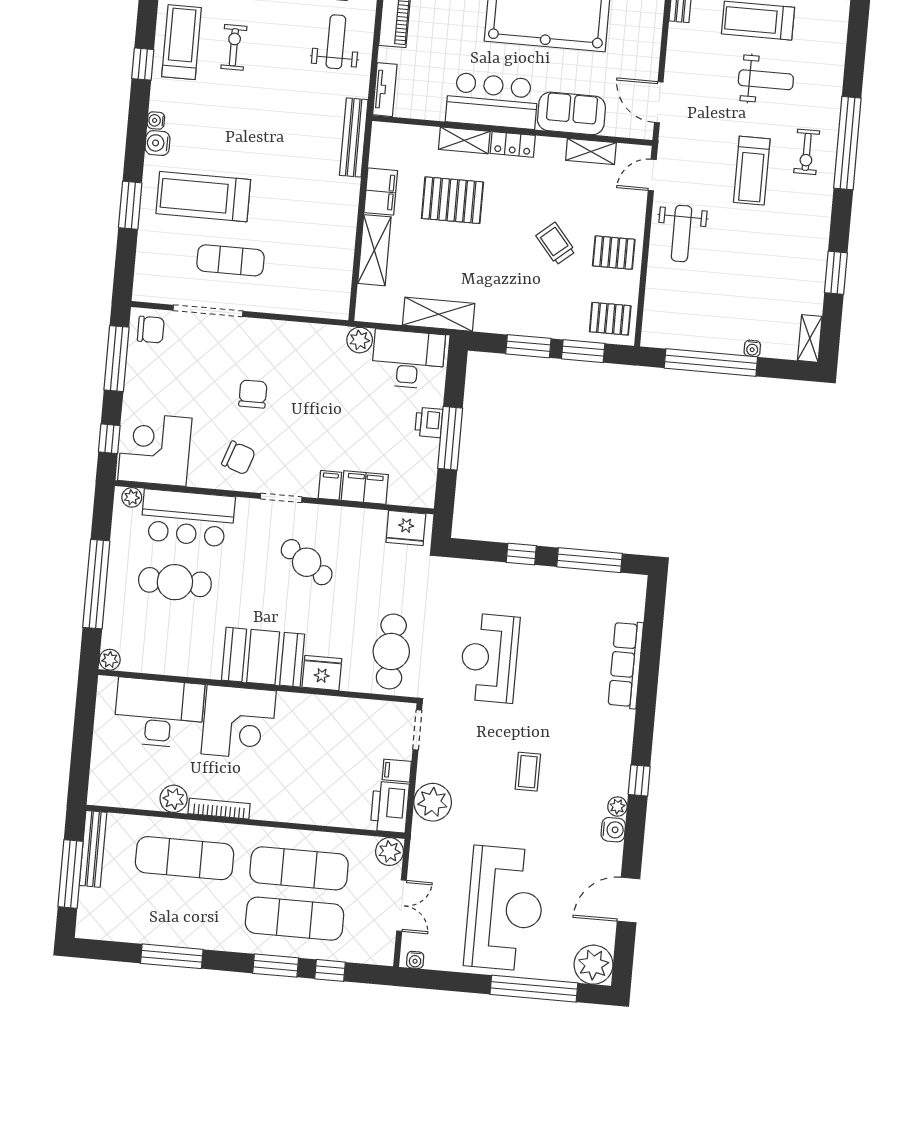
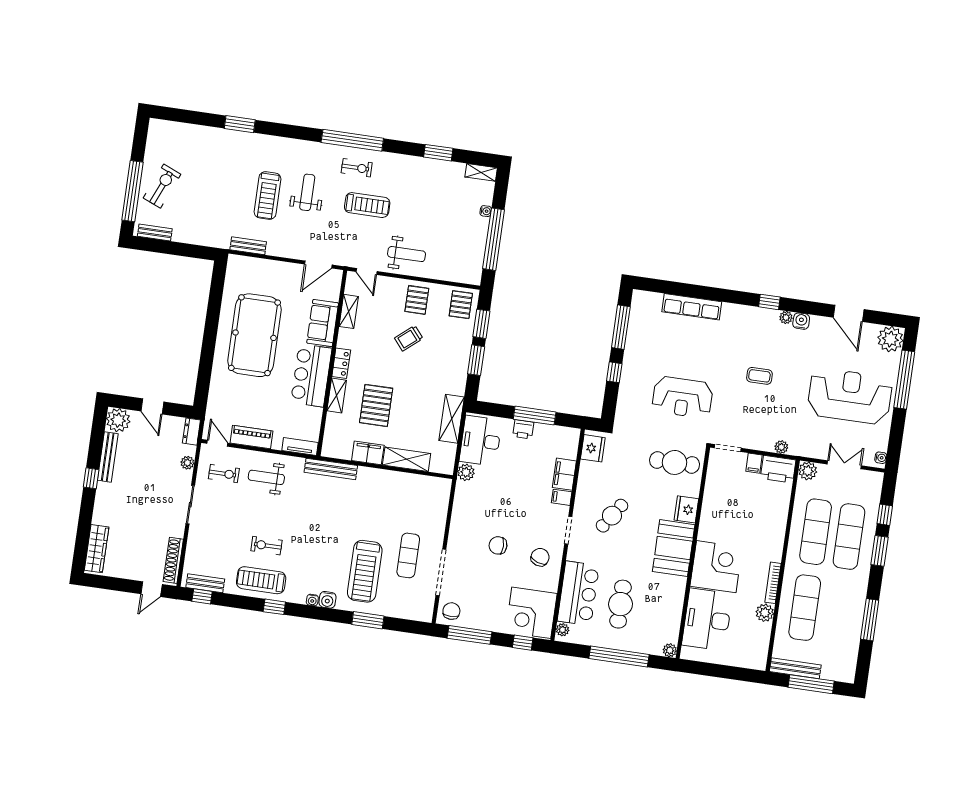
plant: (433, 802) -> (781, 447), width x0.53, depth x0.53

